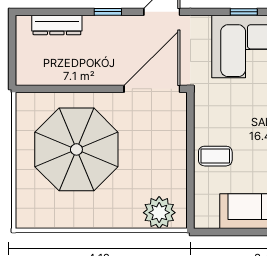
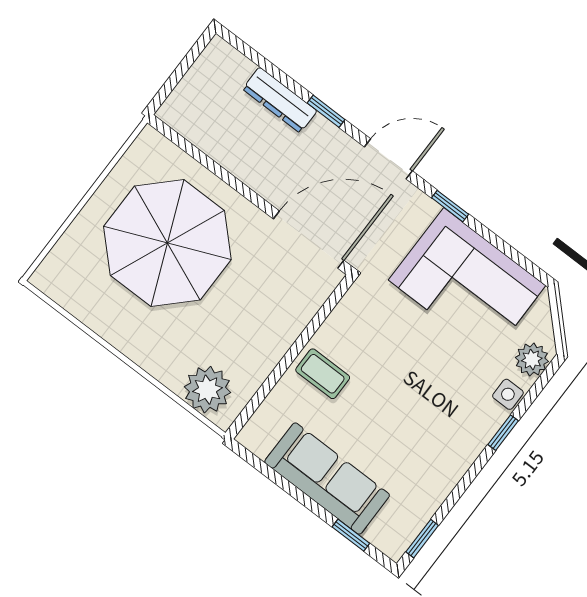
window: (244, 12) -> (450, 206), moved
dresser: (57, 25) -> (280, 100), moved

